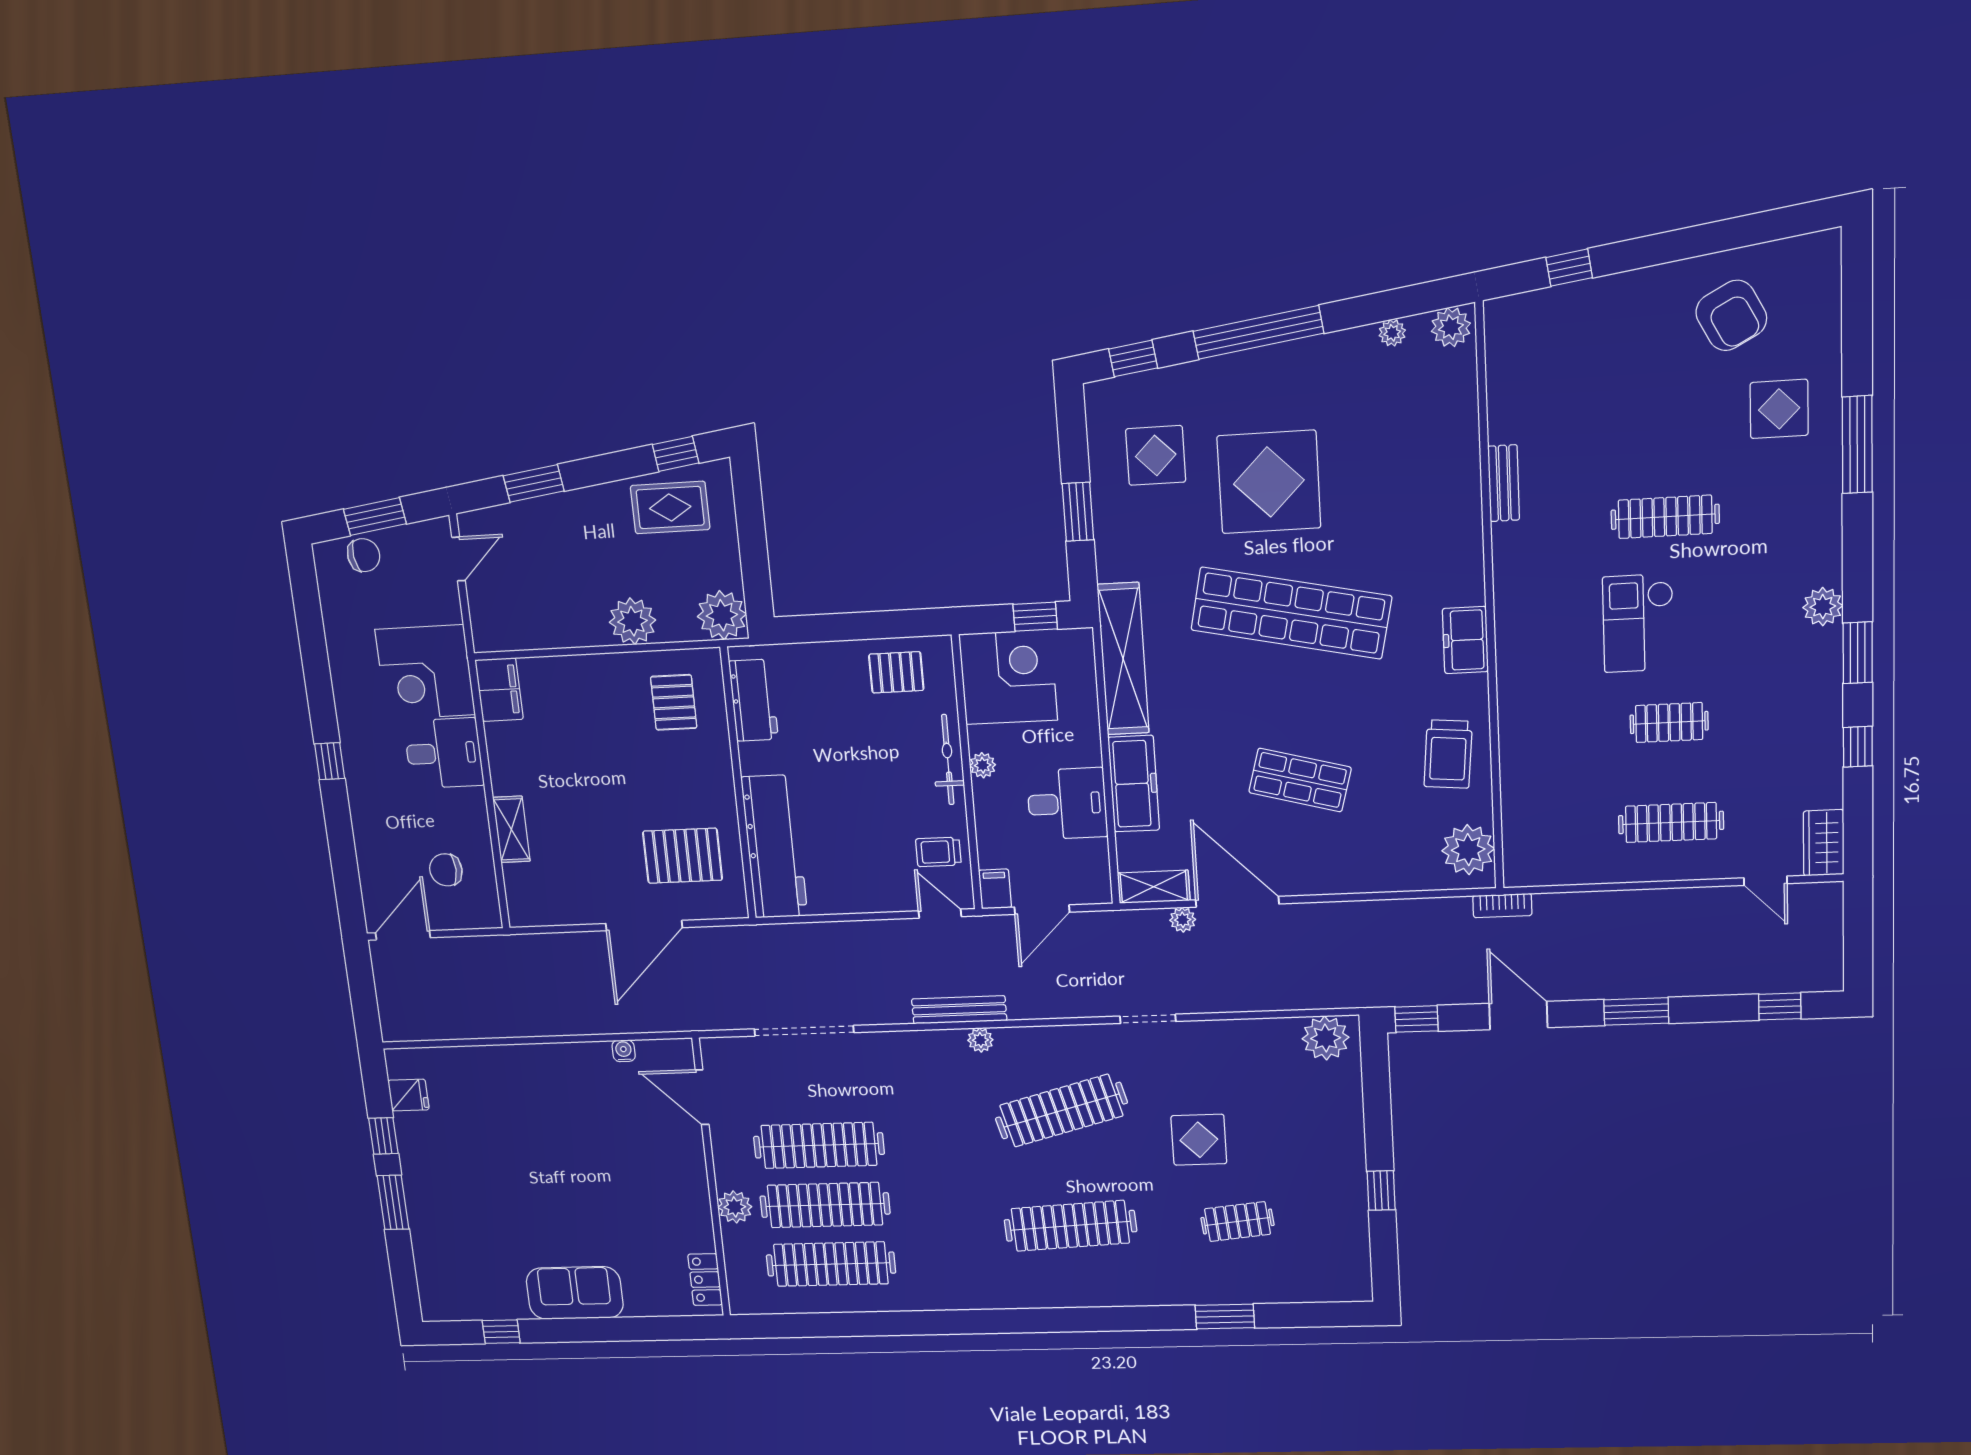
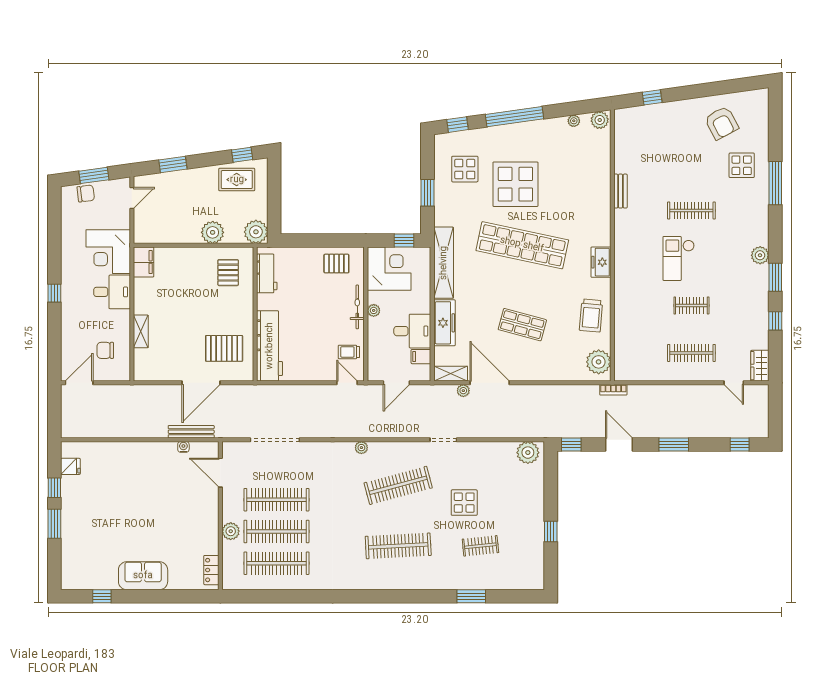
filing cabinet: (995, 889) -> (421, 357), moved, turned -90
bench: (959, 1010) -> (191, 432), moved

